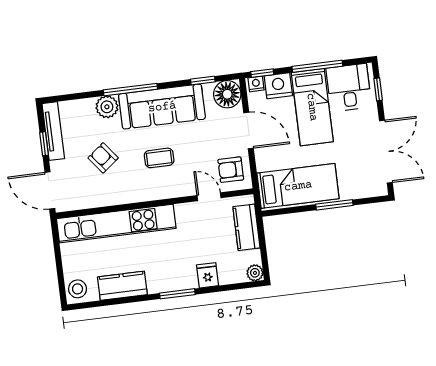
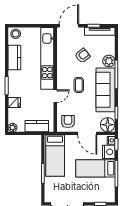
desk: (349, 88) -> (103, 189), removed
door: (248, 130) -> (87, 133), hinge flipped
door: (209, 197) -> (55, 96), moved

